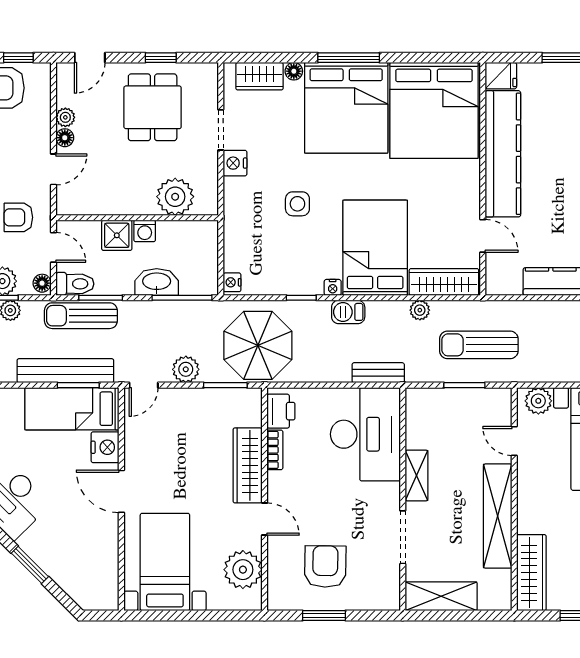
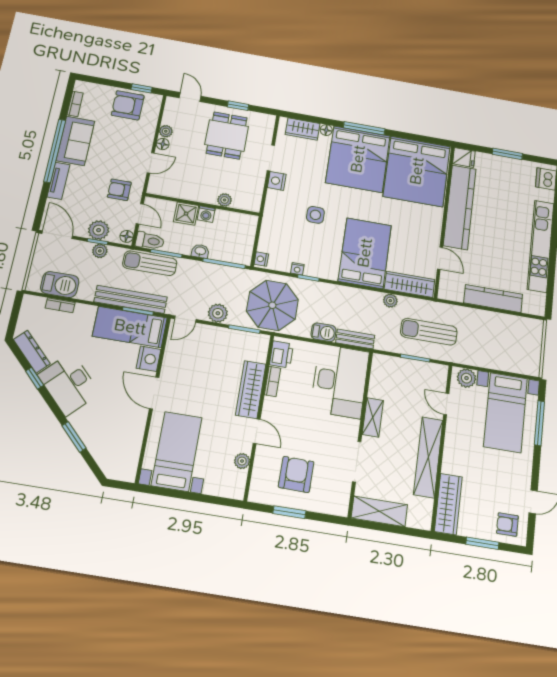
door: (90, 58) -> (190, 97), swing flipped
plant: (175, 197) -> (225, 200), width x0.53, depth x0.53
washbasin: (157, 282) -> (200, 251), width x0.52, depth x0.69
nightstand: (333, 287) -> (297, 269), moved
barbecue: (348, 312) -> (324, 332), moved, turned 180
plant: (243, 570) -> (242, 461), width x0.53, depth x0.53

